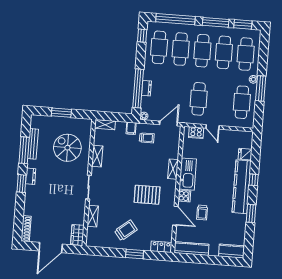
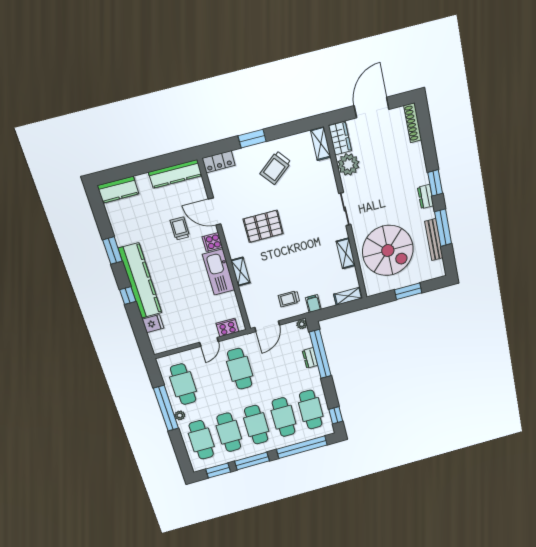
window: (261, 88) -> (166, 408), width x1.46
door: (212, 127) -> (209, 342), swing flipped
spiral stairs: (67, 148) -> (388, 251), width x1.37, depth x1.37
plant: (77, 216) -> (348, 164), added
shelving: (93, 216) -> (321, 144), moved

